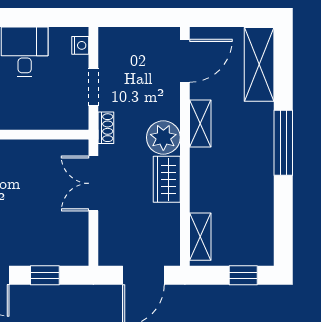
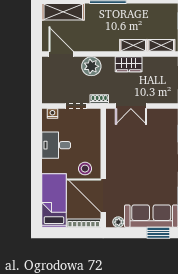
shelving: (200, 124) -> (133, 45), moved
plant: (163, 137) -> (91, 66), moved

